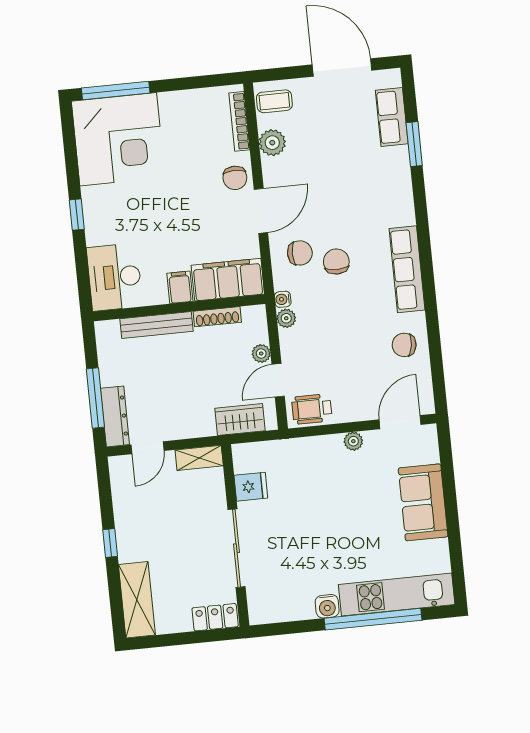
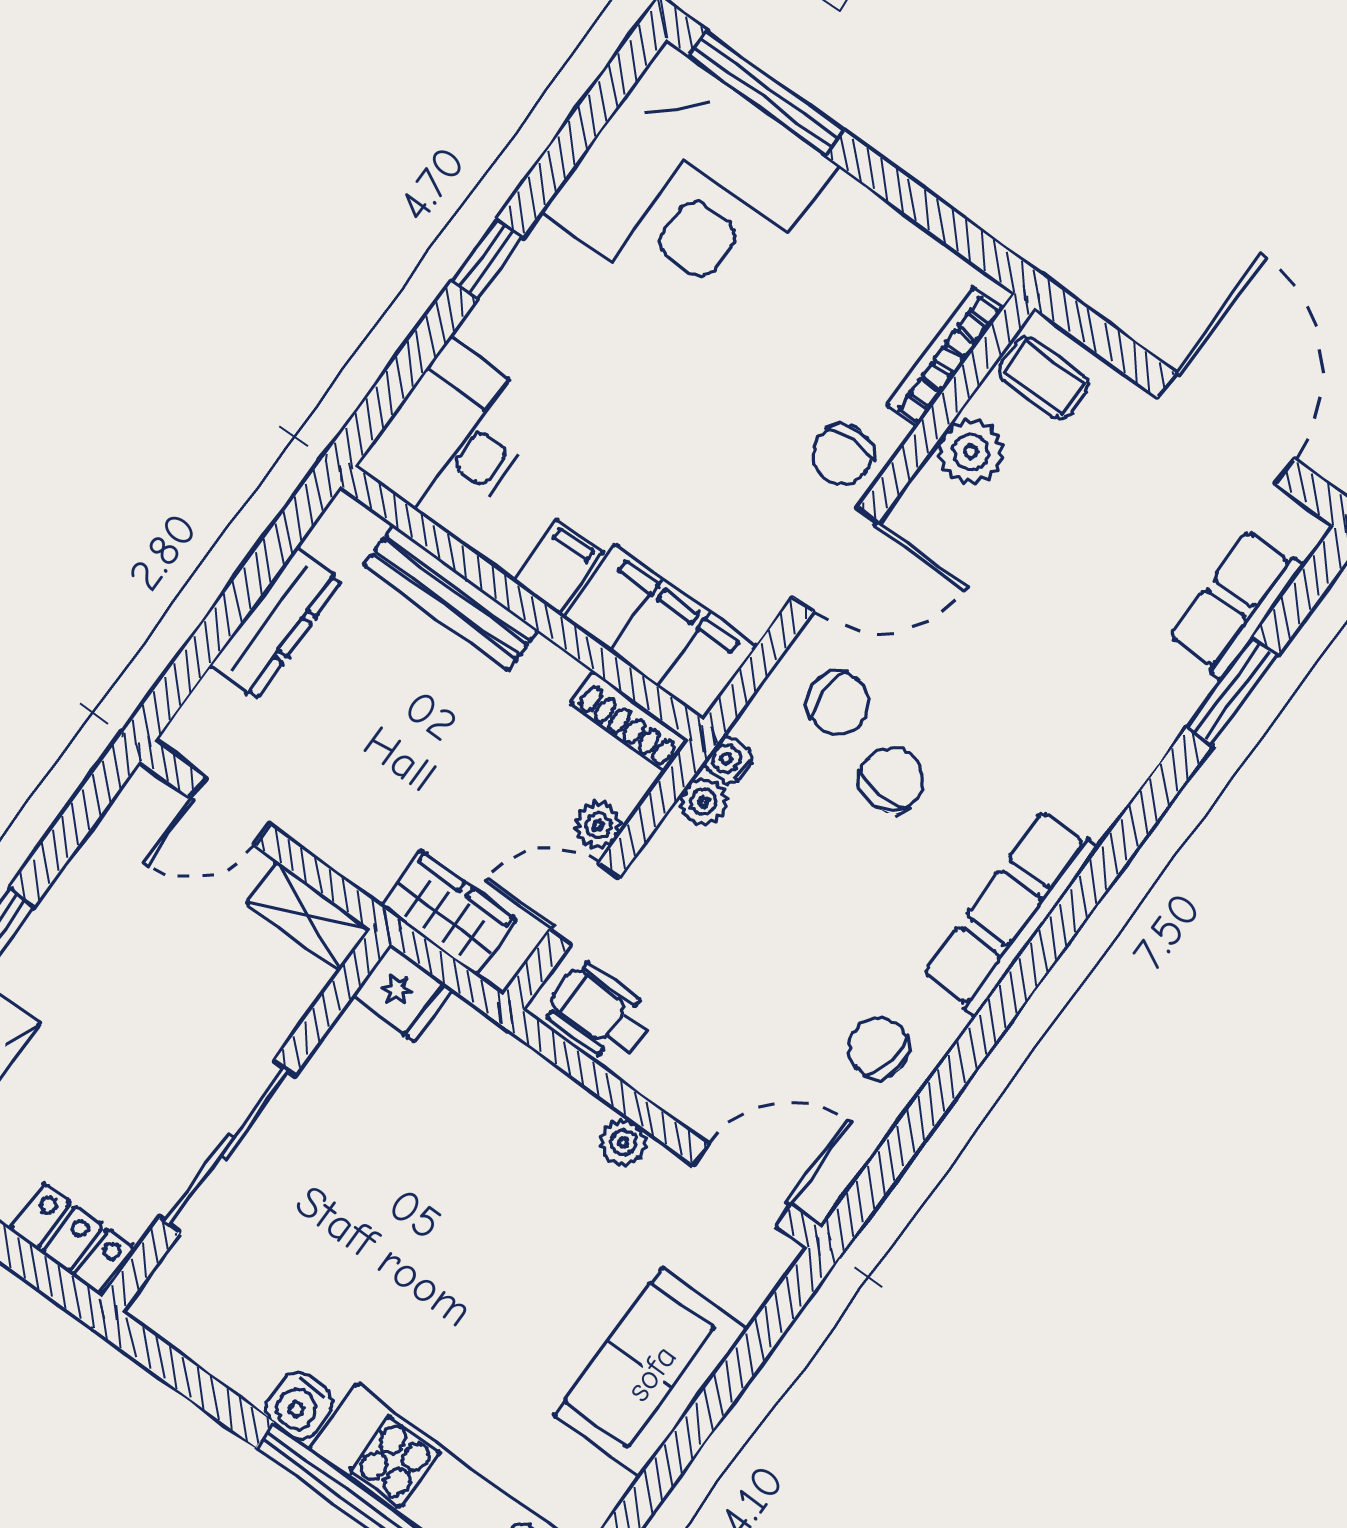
shoe rack: (217, 317) -> (630, 722), moved
window: (95, 398) -> (215, 631), removed
dresser: (115, 416) -> (276, 623), moved
fridge: (251, 487) -> (403, 993), moved

